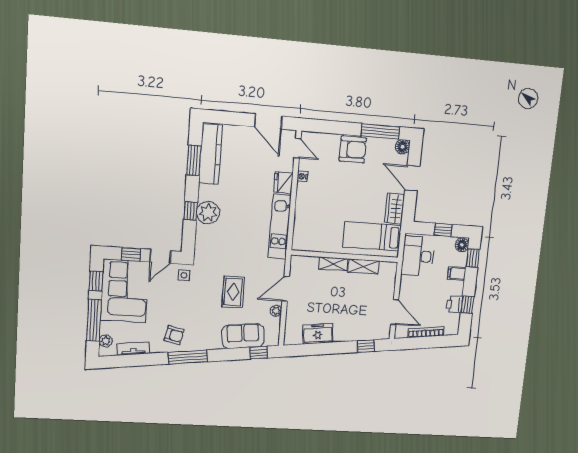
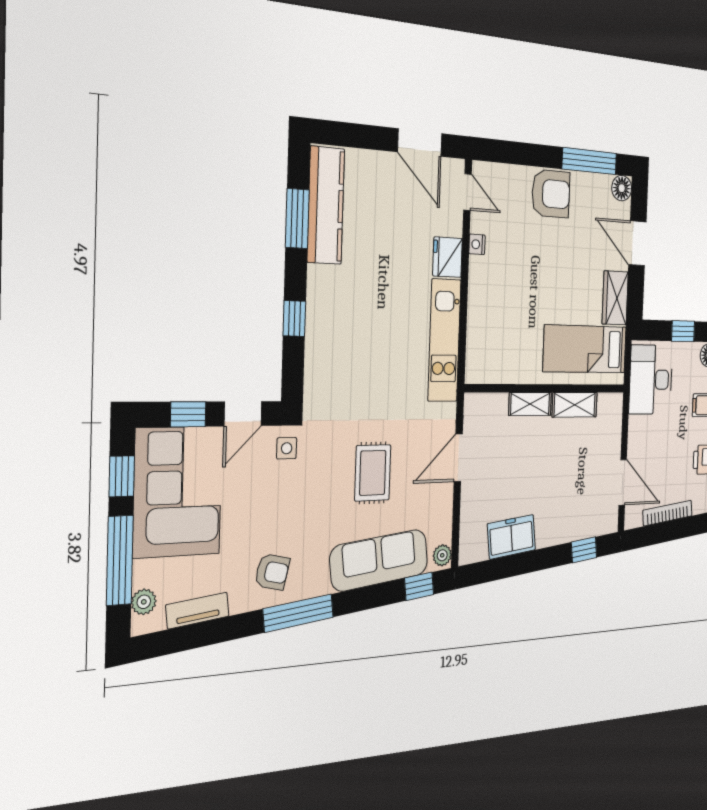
plant: (208, 213) -> (325, 320), removed
plant: (276, 311) -> (442, 555), moved
sofa: (243, 336) -> (379, 560), width x1.36

